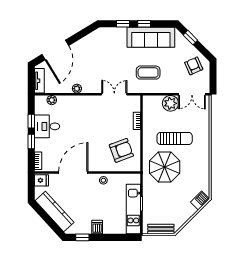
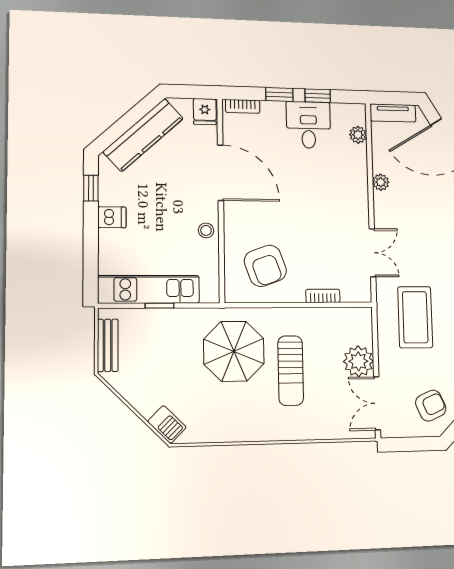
coffee table: (148, 73) -> (415, 317), width x1.36, depth x1.32

